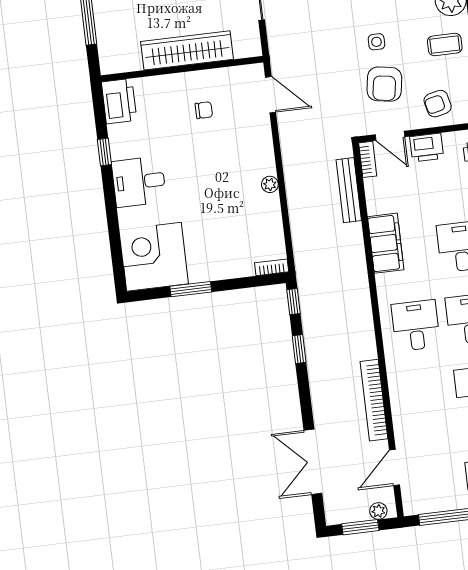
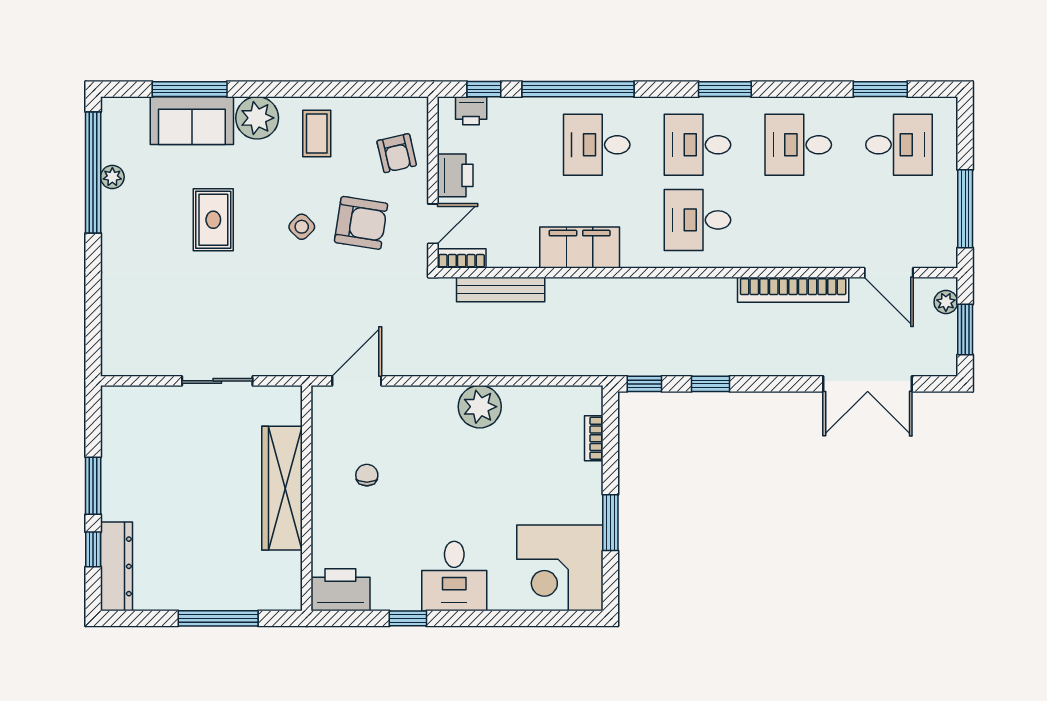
side table: (376, 42) -> (302, 227), turned 45
plant: (270, 184) -> (480, 407), width x1.88, depth x1.88
bookcase: (272, 267) -> (594, 438), moved

